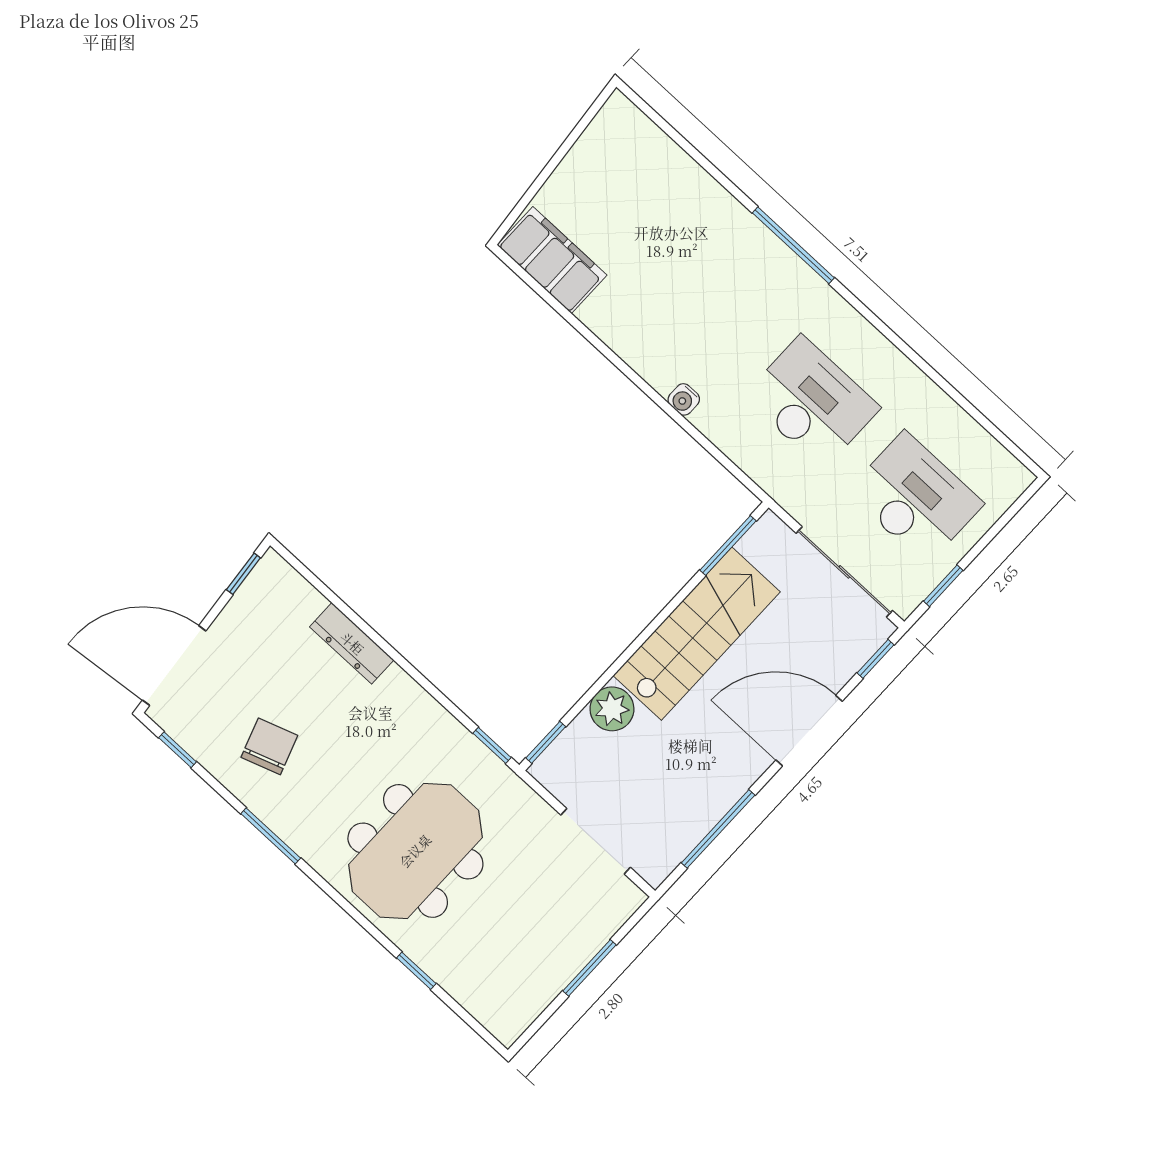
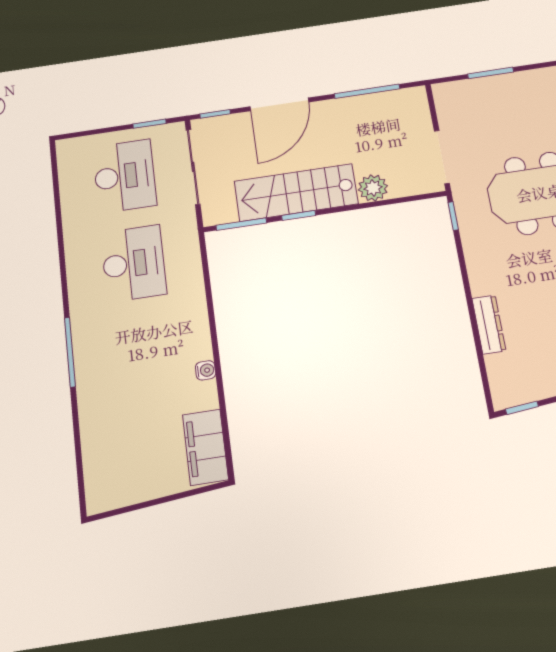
water cooler: (684, 399) -> (206, 370), moved
desk: (812, 402) -> (134, 263), turned 180
desk: (915, 498) -> (125, 176), turned 180
door: (809, 731) -> (279, 104), hinge flipped
window: (546, 742) -> (299, 215), moved
doorway: (596, 841) -> (442, 157), moved

